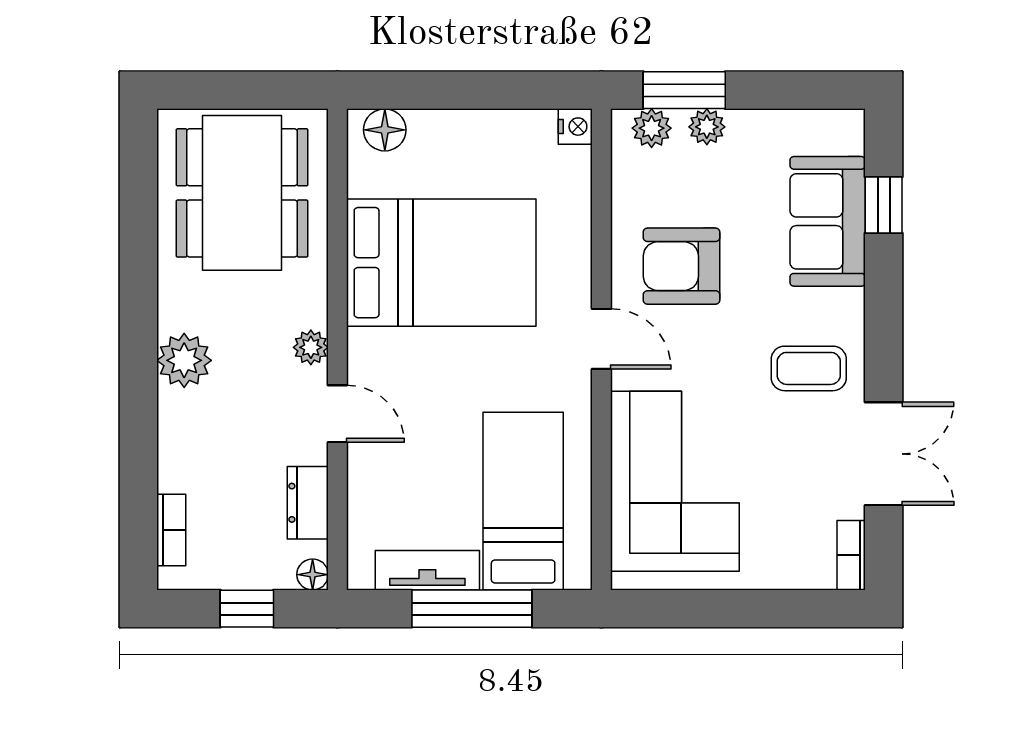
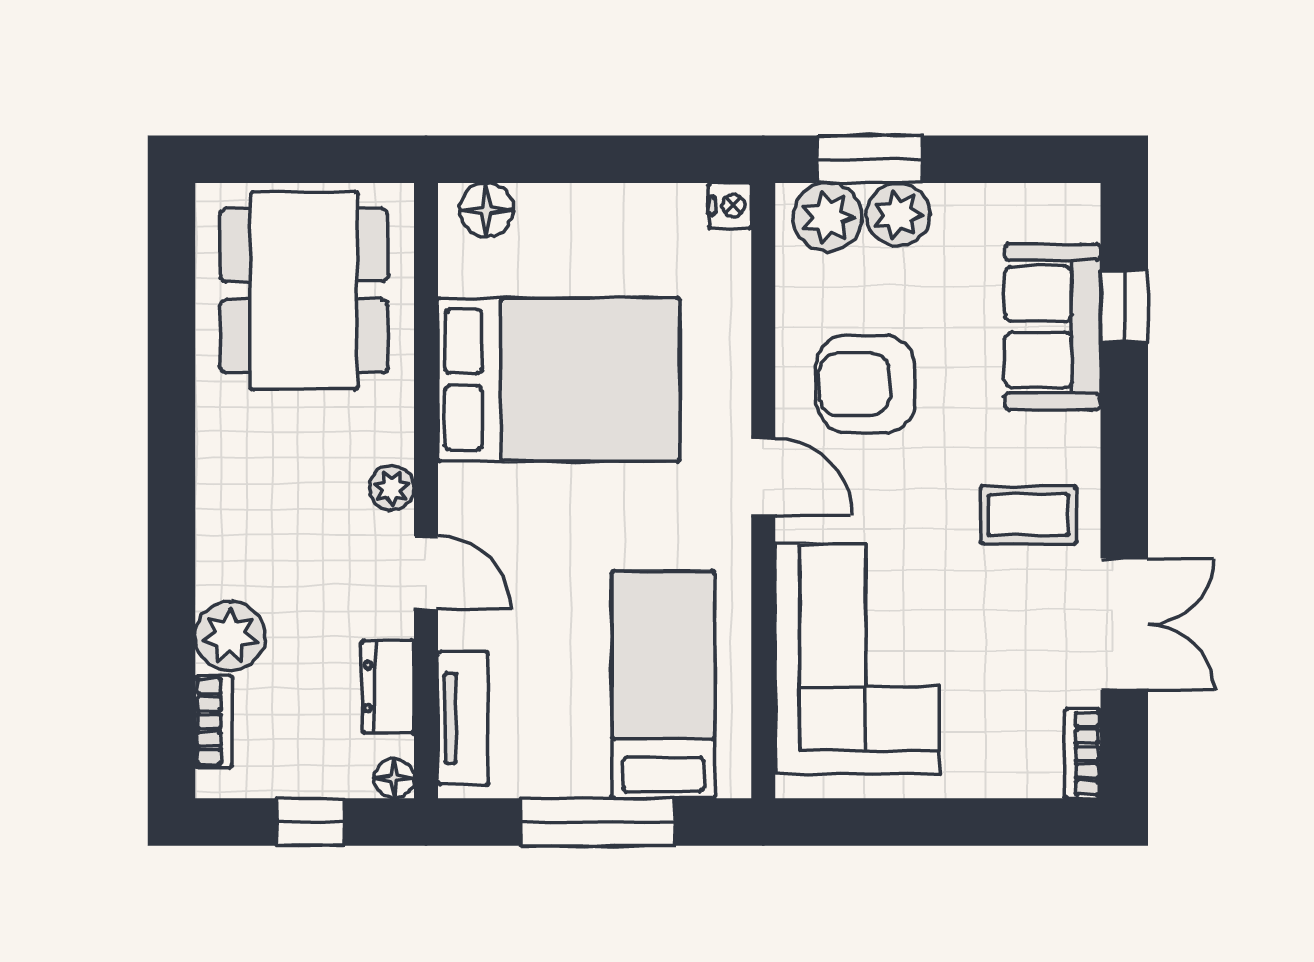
plant: (707, 127) -> (898, 215), width x1.38, depth x1.38
plant: (652, 128) -> (828, 217), width x1.38, depth x1.38
plant: (184, 360) -> (230, 636), moved
tv unit: (427, 570) -> (463, 718), moved, turned 90

